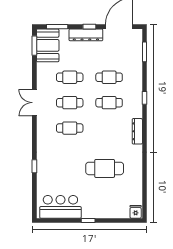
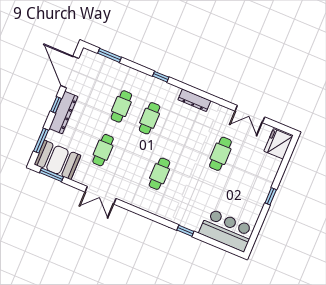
double door: (34, 103) -> (100, 195), moved
cafe table: (70, 103) -> (131, 162), removed
cafe table: (105, 168) -> (220, 154), width x0.73, depth x0.74
double door: (145, 178) -> (250, 114), added
bar counter: (60, 207) -> (227, 230), moved, turned 90
fridge: (136, 212) -> (278, 144), width x1.88, depth x1.34

